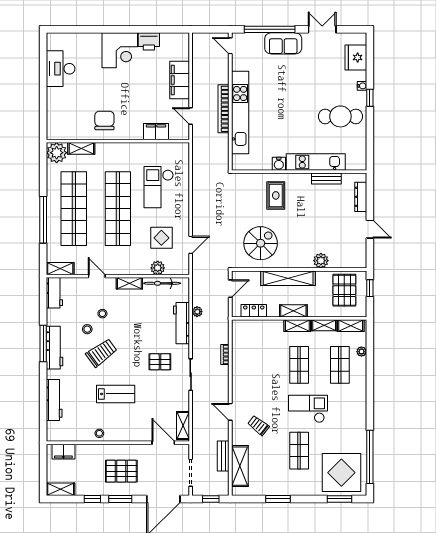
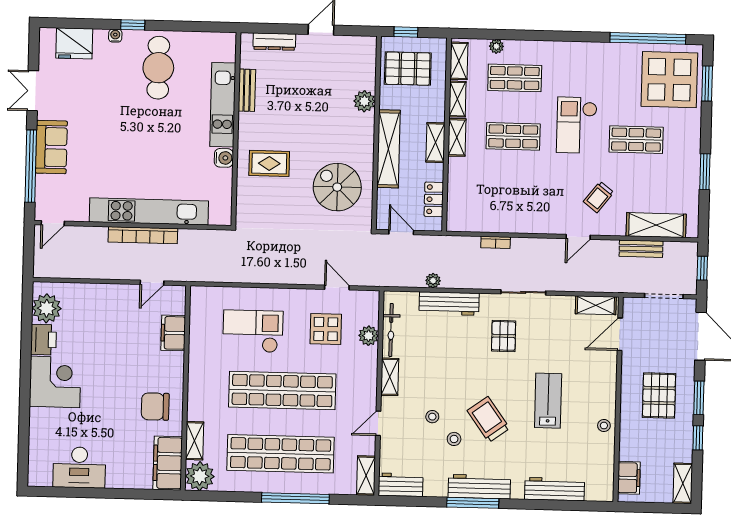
plant: (171, 43) -> (47, 308), added
filing cabinet: (180, 80) -> (168, 463), moved, turned 90
checkout: (159, 187) -> (253, 331), turned 180

